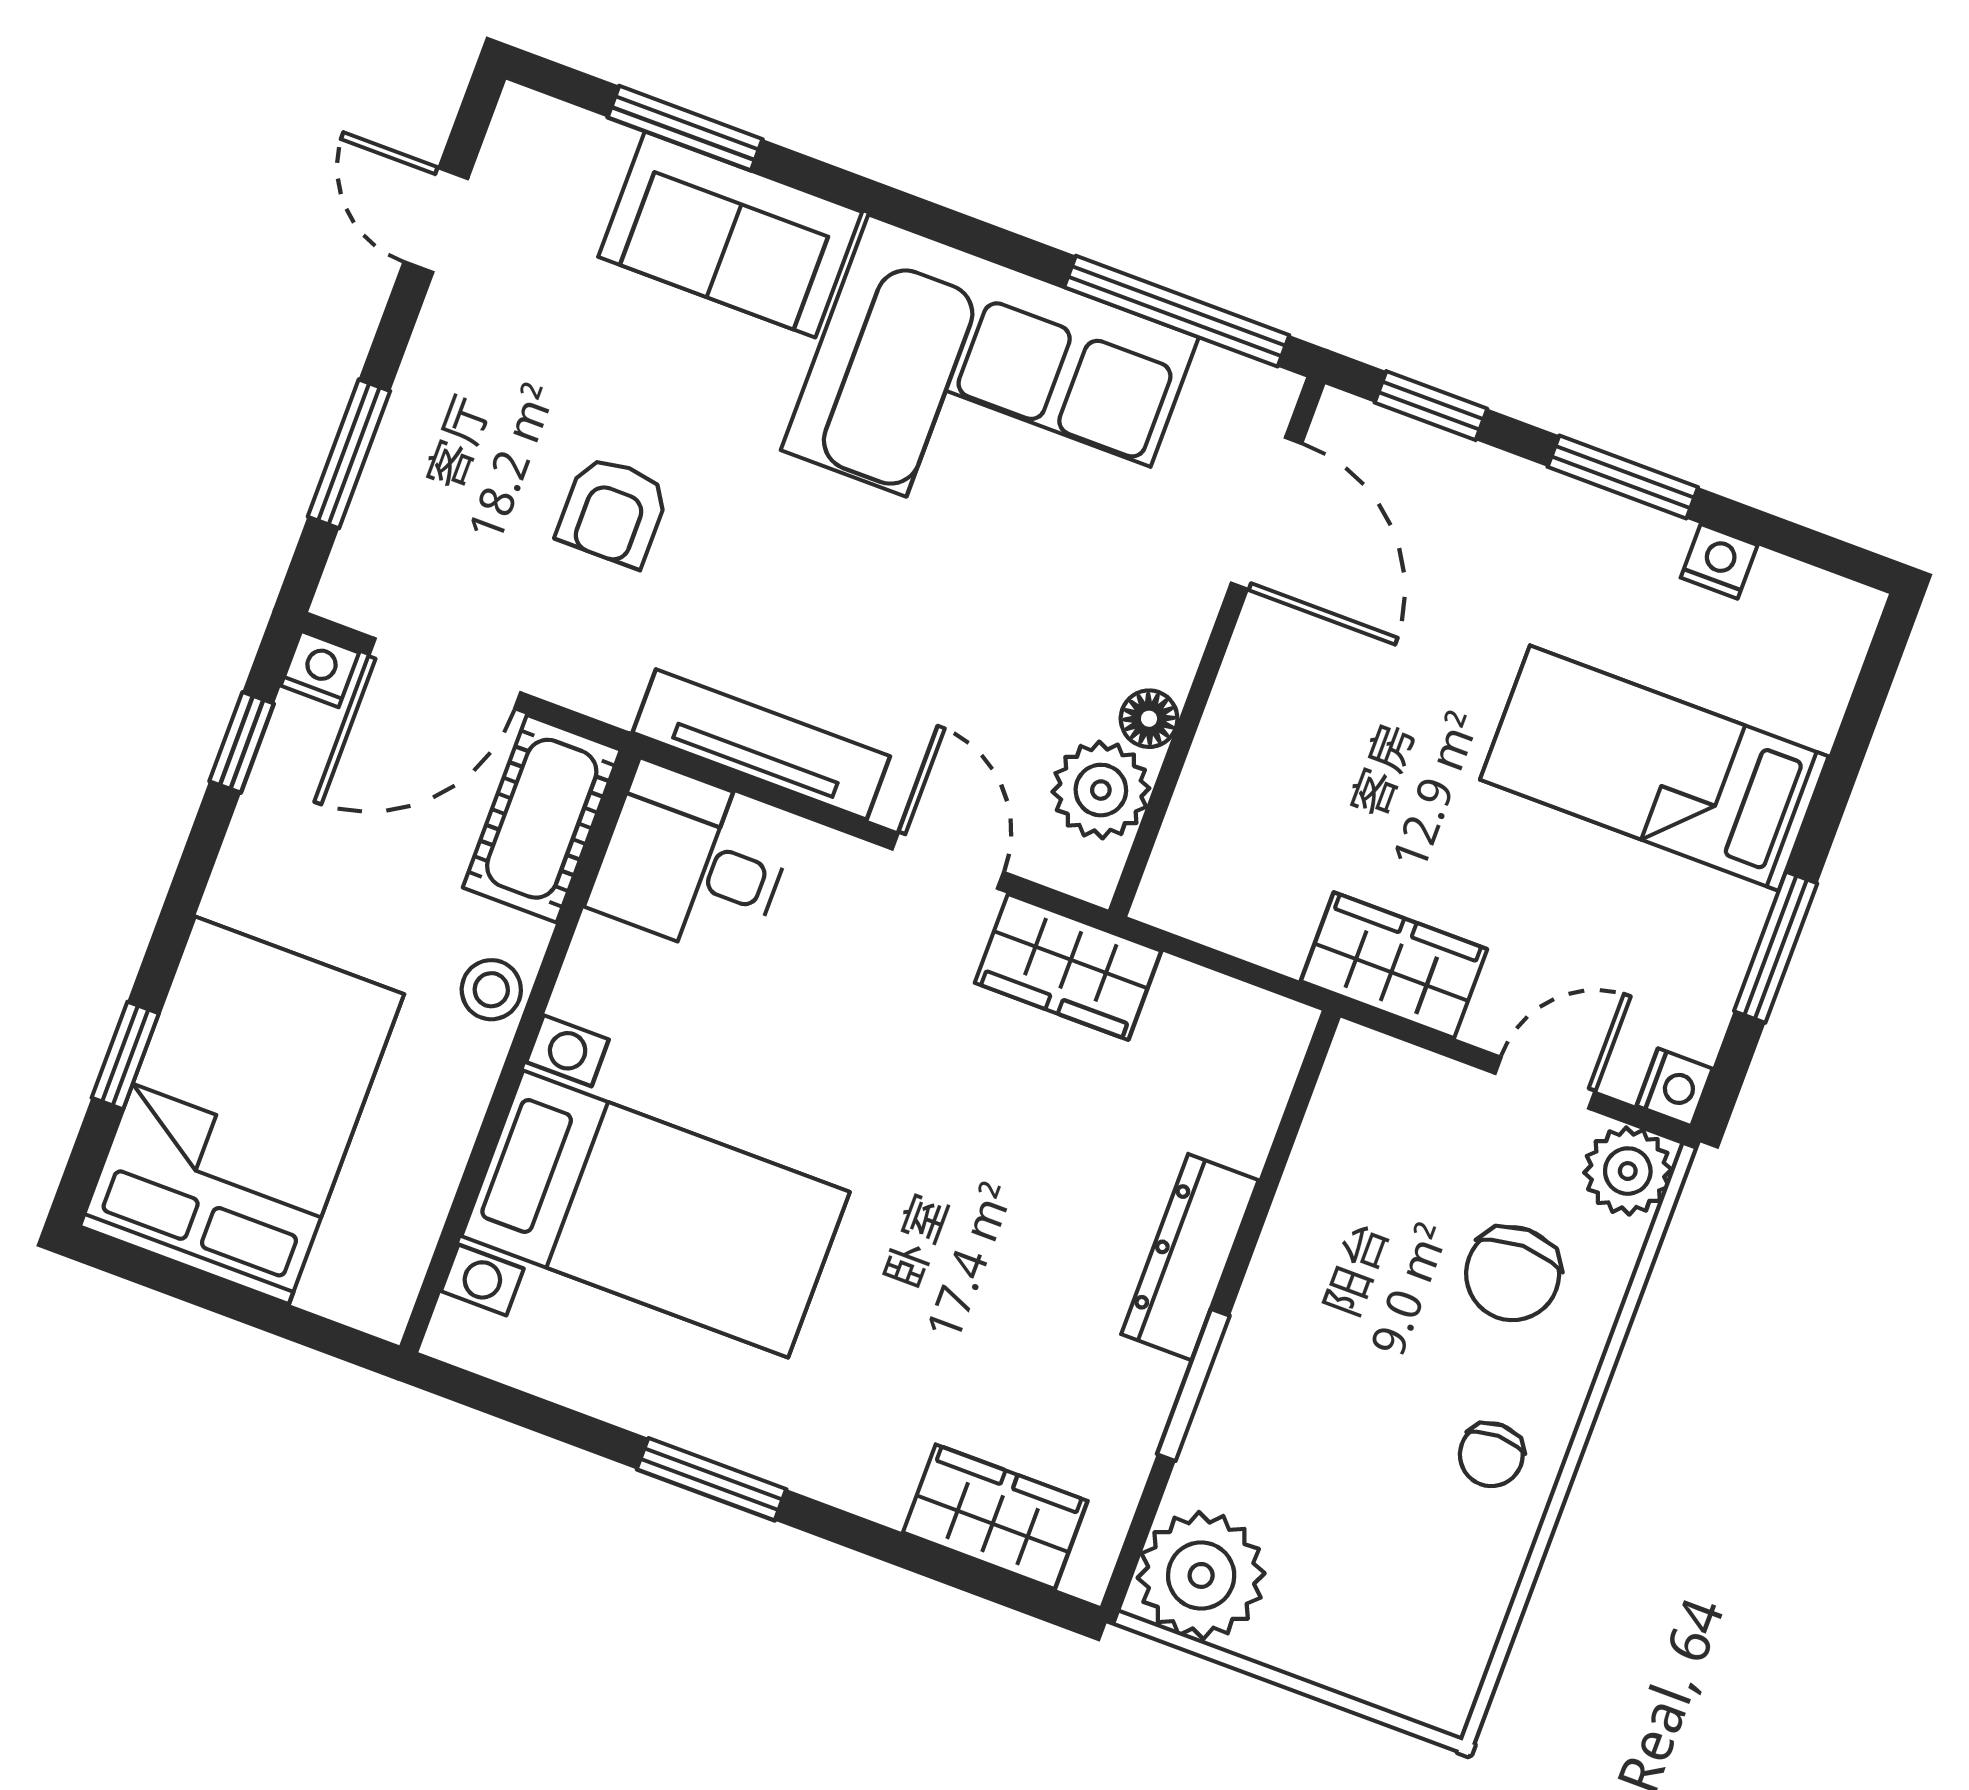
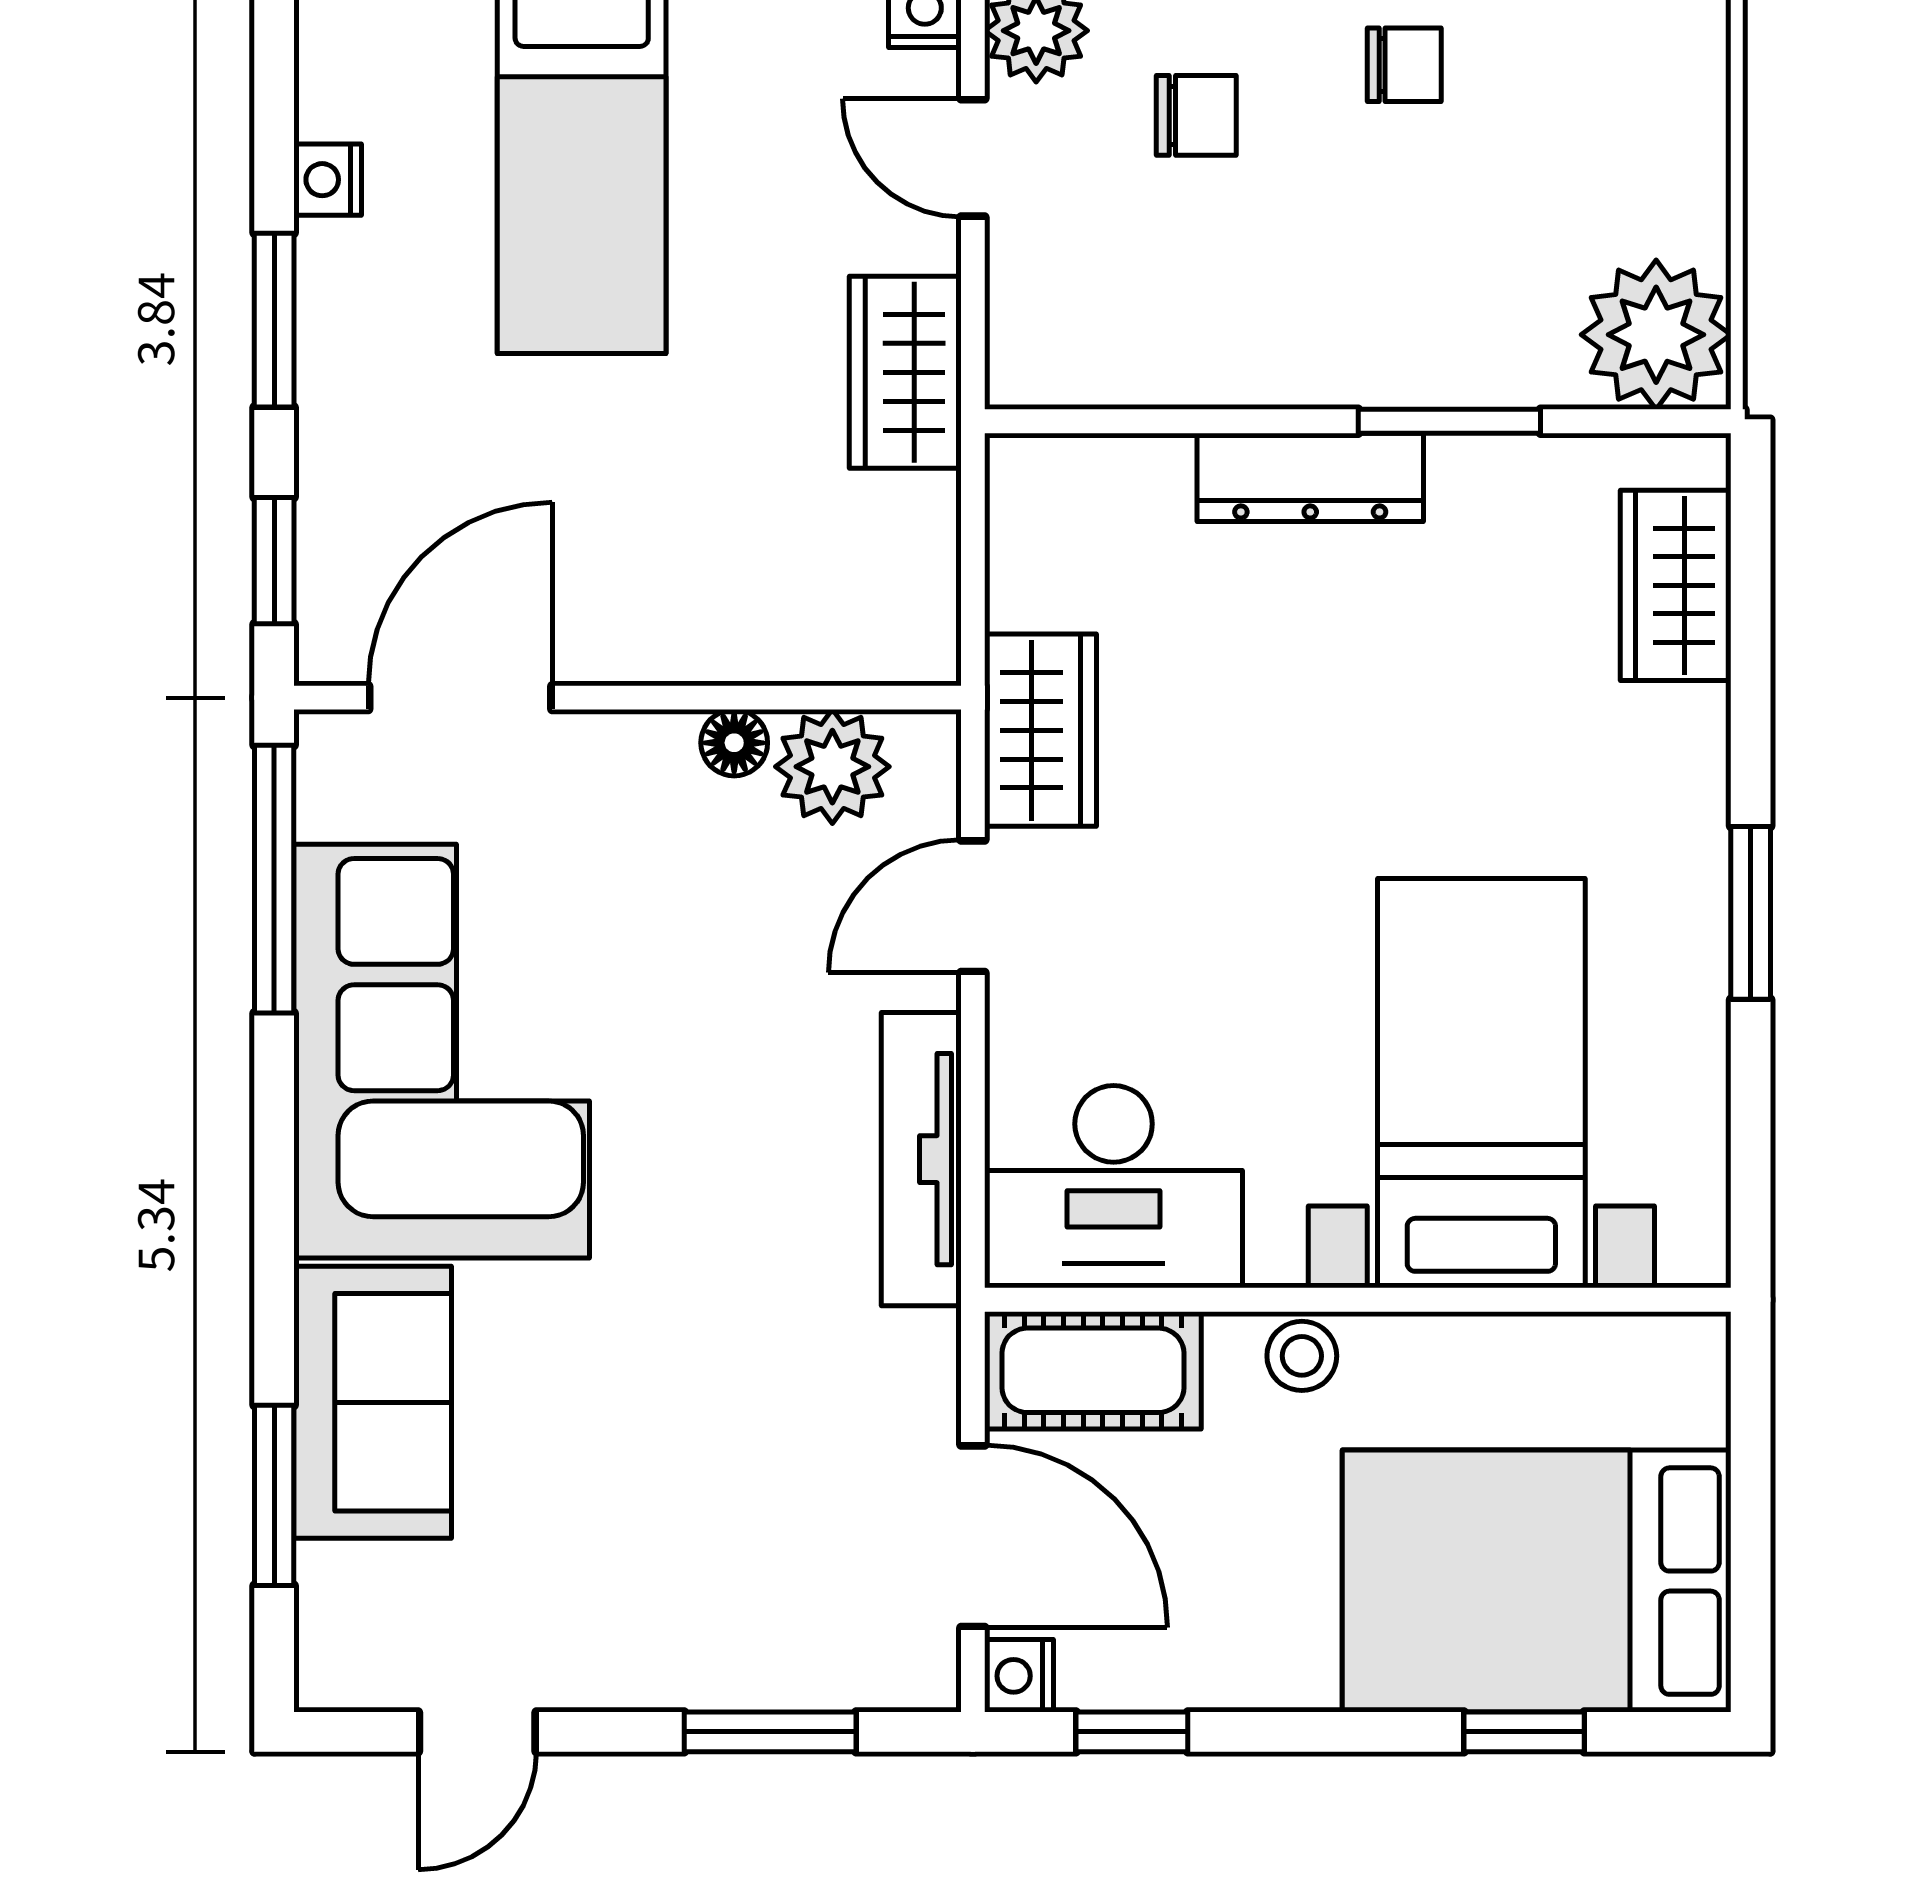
armchair: (613, 511) -> (725, 1418), removed
desk: (693, 862) -> (1114, 1187), width x1.37
chair: (1513, 1274) -> (1196, 115), width x0.73, depth x0.73

